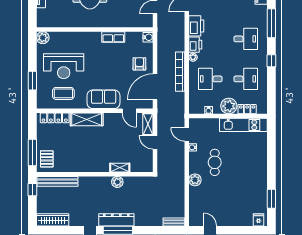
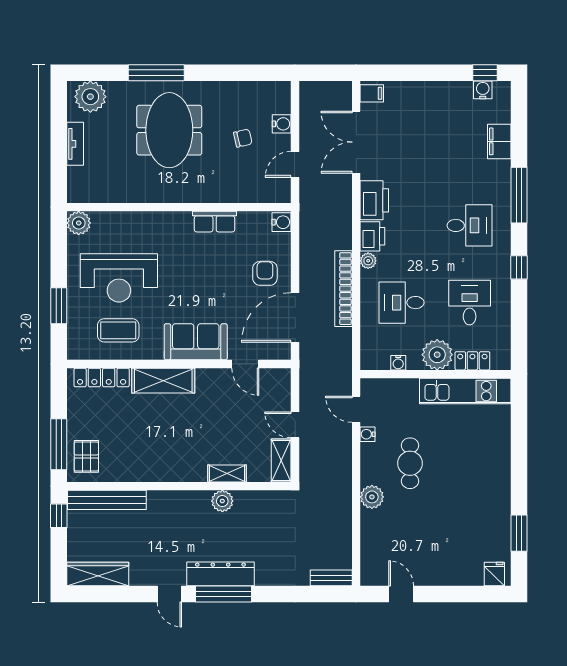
desk: (246, 79) -> (470, 303), turned -90
shelving: (148, 124) -> (281, 460), moved

